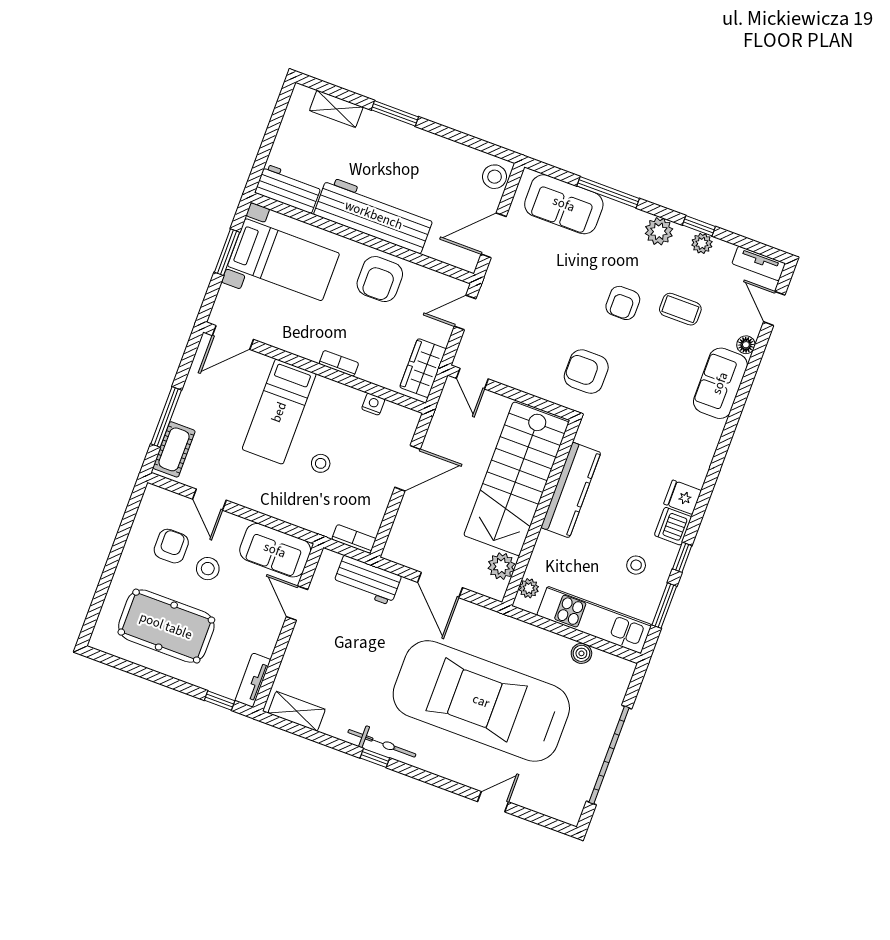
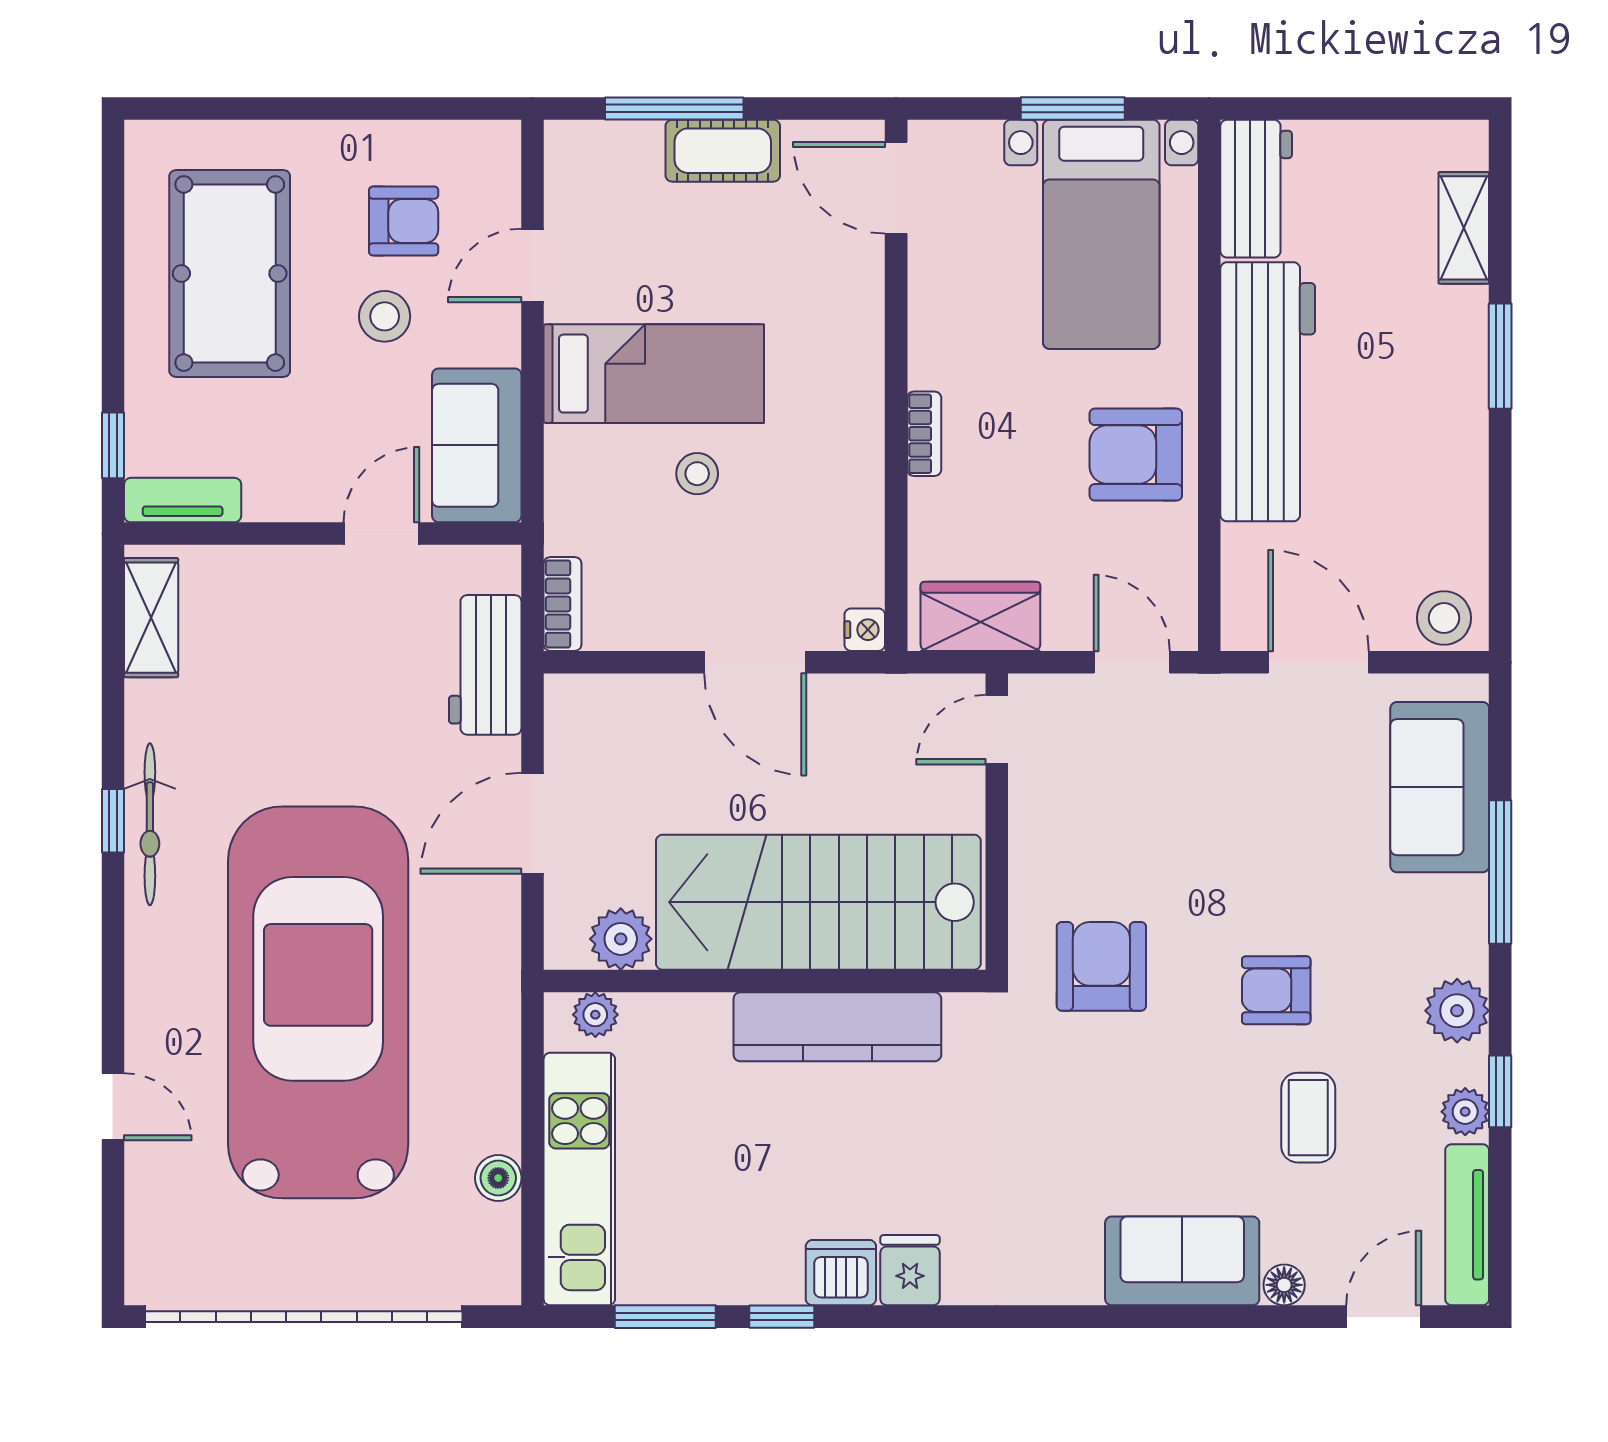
tv unit: (759, 263) -> (1467, 1225), width x1.41
nightstand: (373, 404) -> (865, 630), moved
bed: (279, 412) -> (654, 374), moved, turned 180
cot: (174, 449) -> (723, 151), moved
stool: (636, 565) -> (729, 1225), removed
garage door: (609, 755) -> (304, 1317), width x1.36

